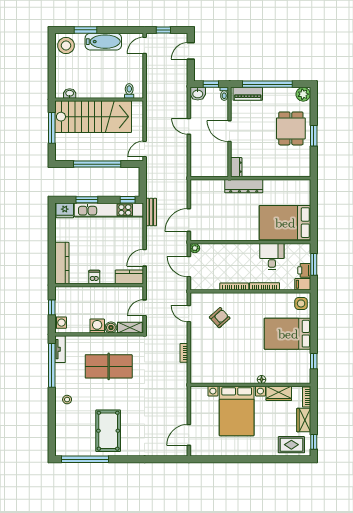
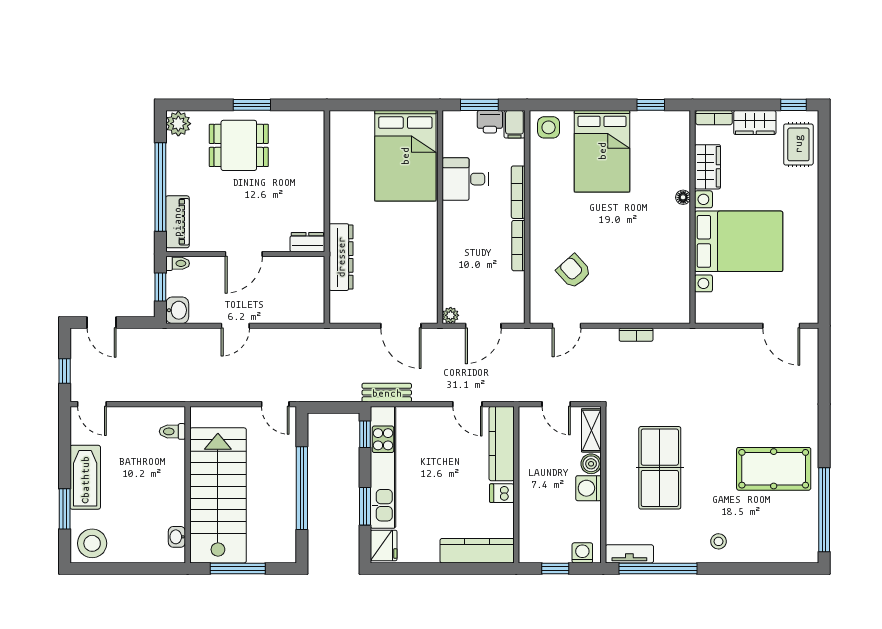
dresser: (244, 186) -> (341, 257), moved
kitchen counter: (129, 277) -> (502, 444), width x1.50

